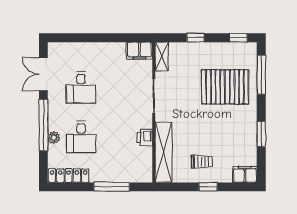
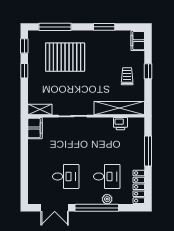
window: (196, 38) -> (24, 71), moved
pallet: (225, 87) -> (65, 57), turned 90
printer: (145, 138) -> (120, 124), moved

